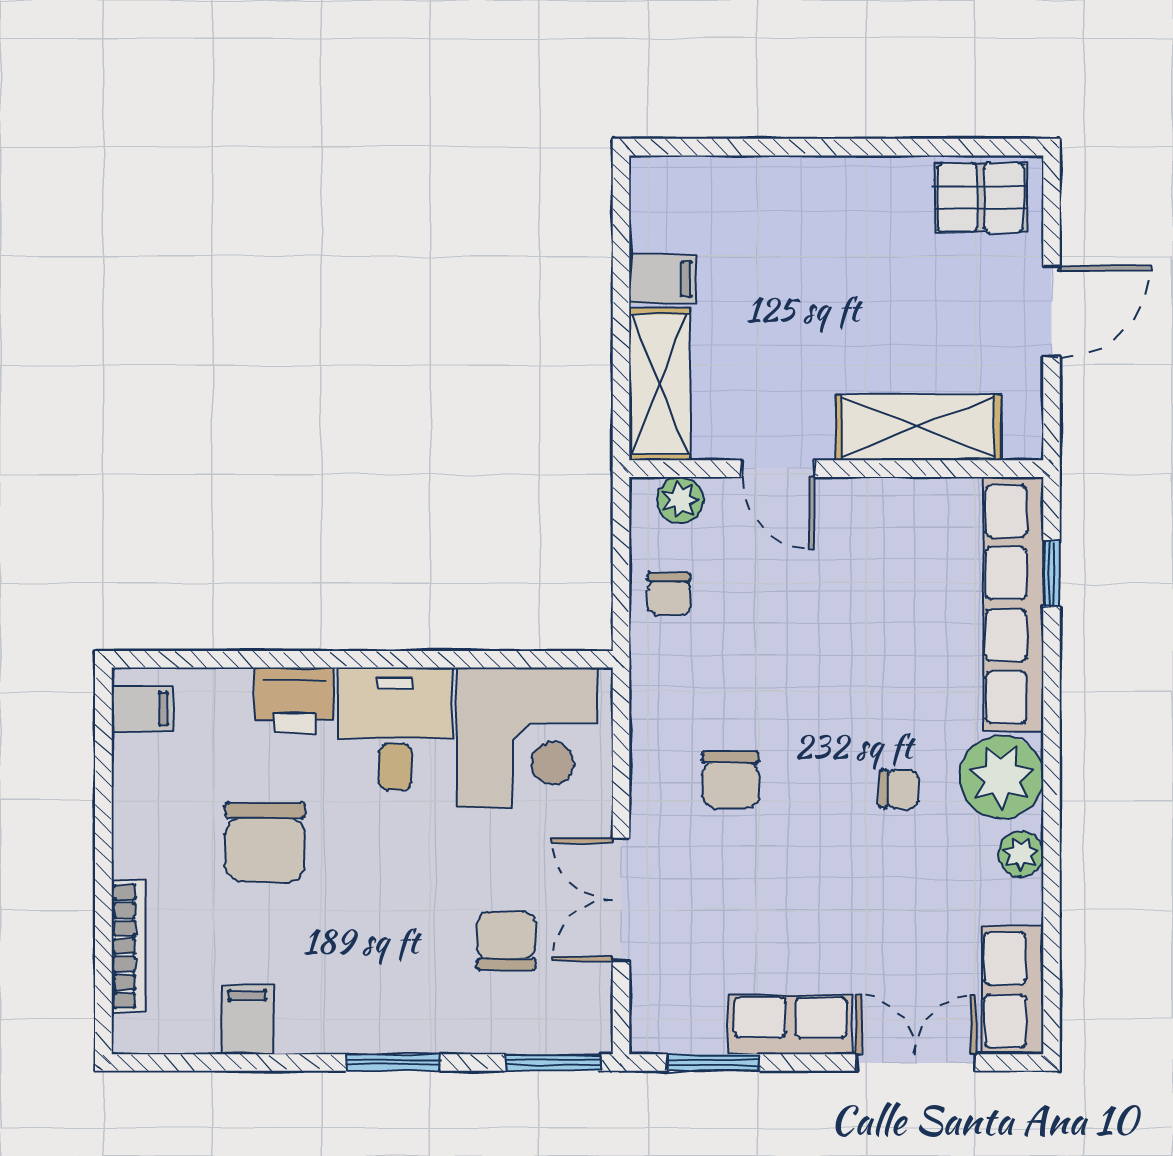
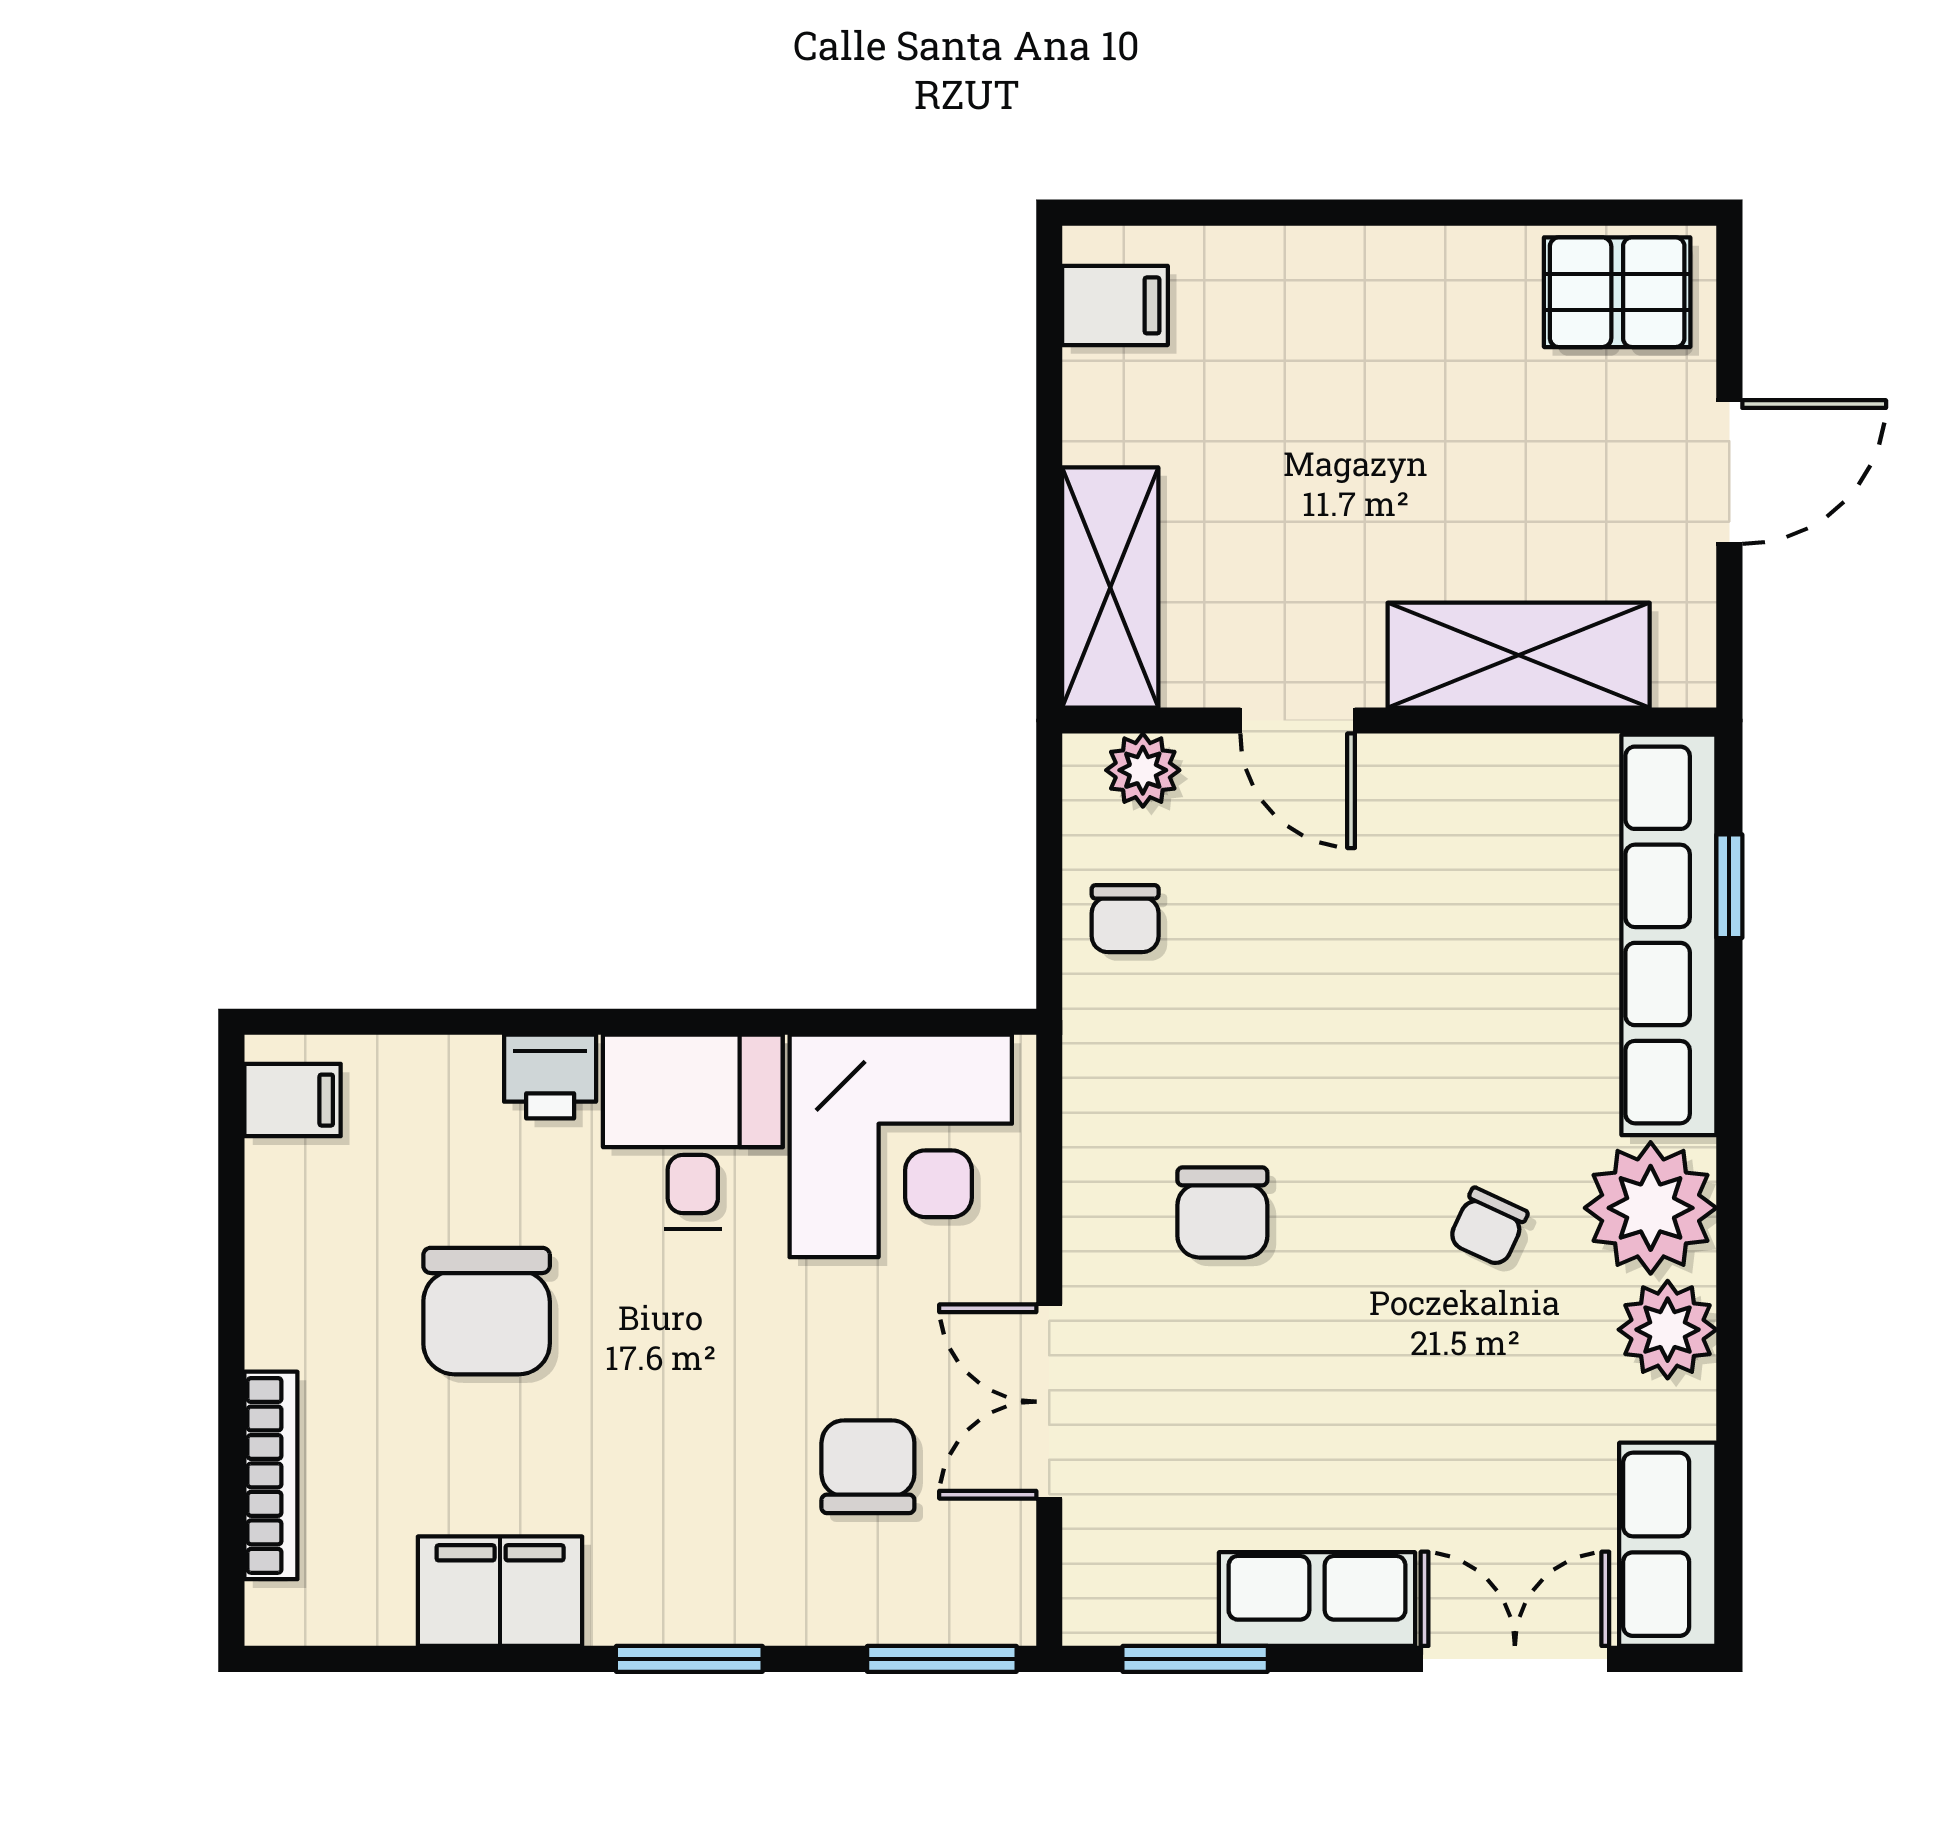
filing cabinet: (663, 279) -> (1115, 305), moved
printer: (294, 700) -> (550, 1077), width x0.73, depth x0.81
chair: (899, 789) -> (1488, 1227), turned 112
plant: (1021, 854) -> (1668, 1330), width x1.38, depth x1.38
filing cabinet: (247, 1020) -> (500, 1591), width x2.00

